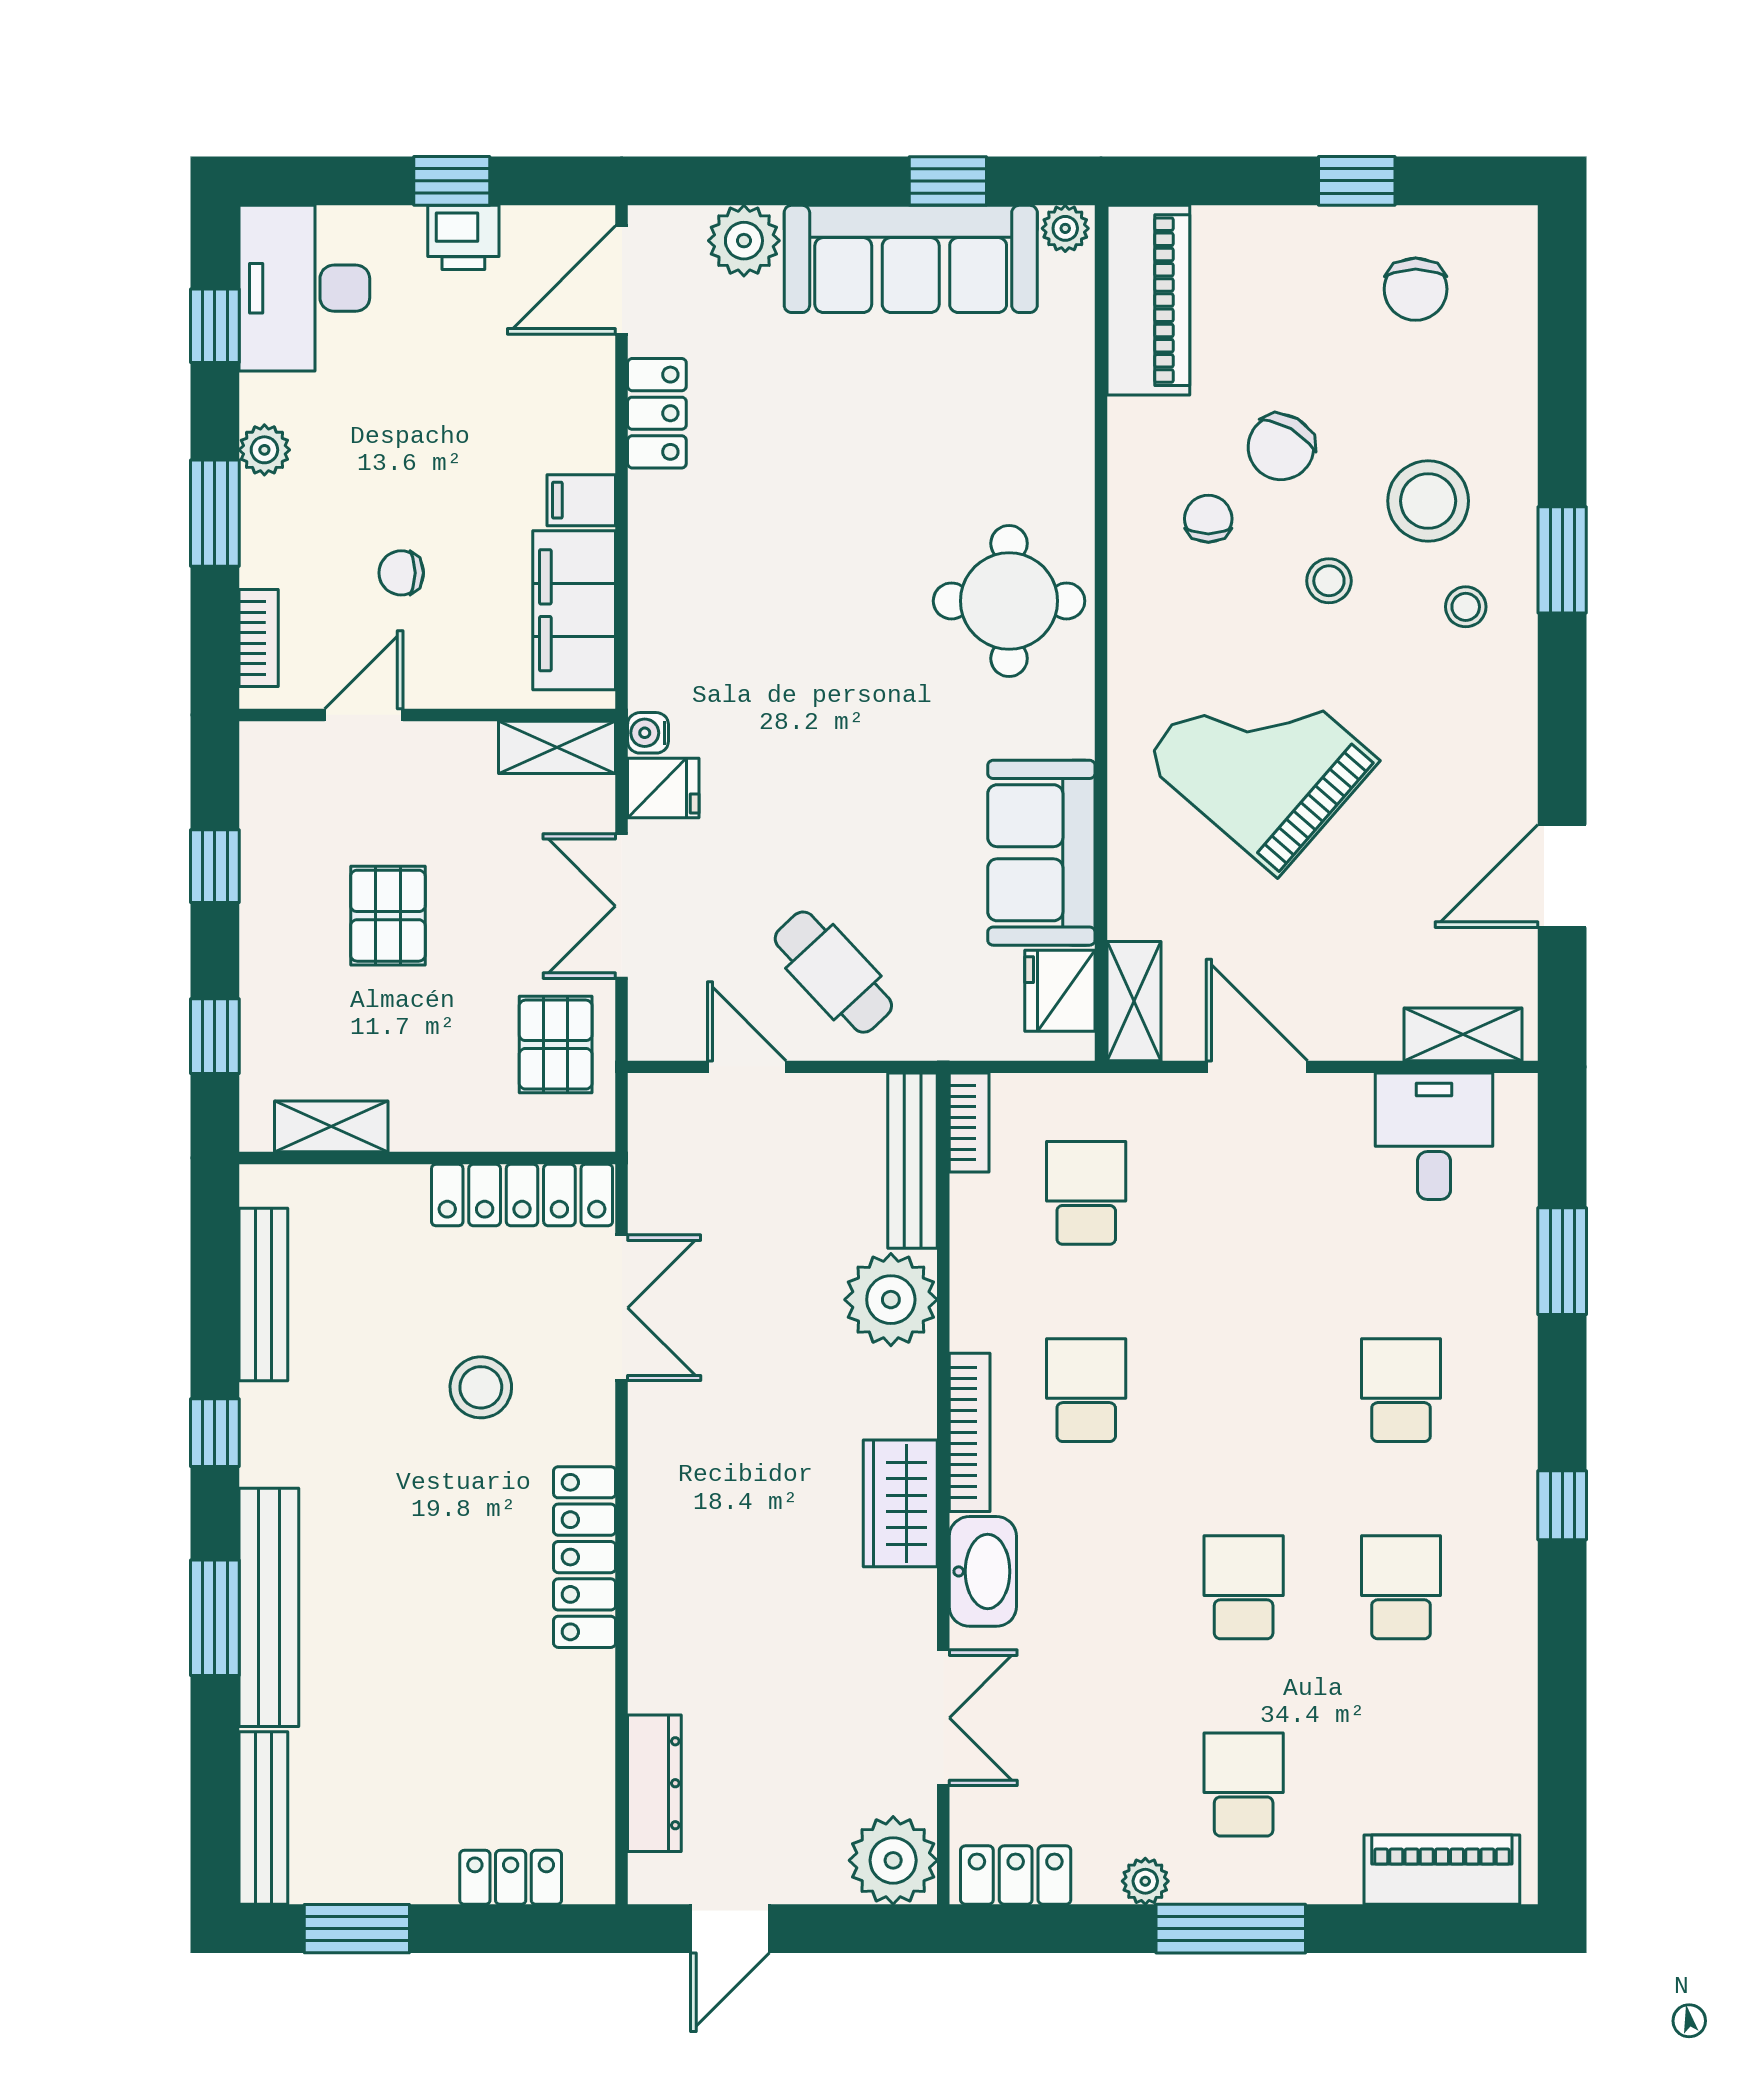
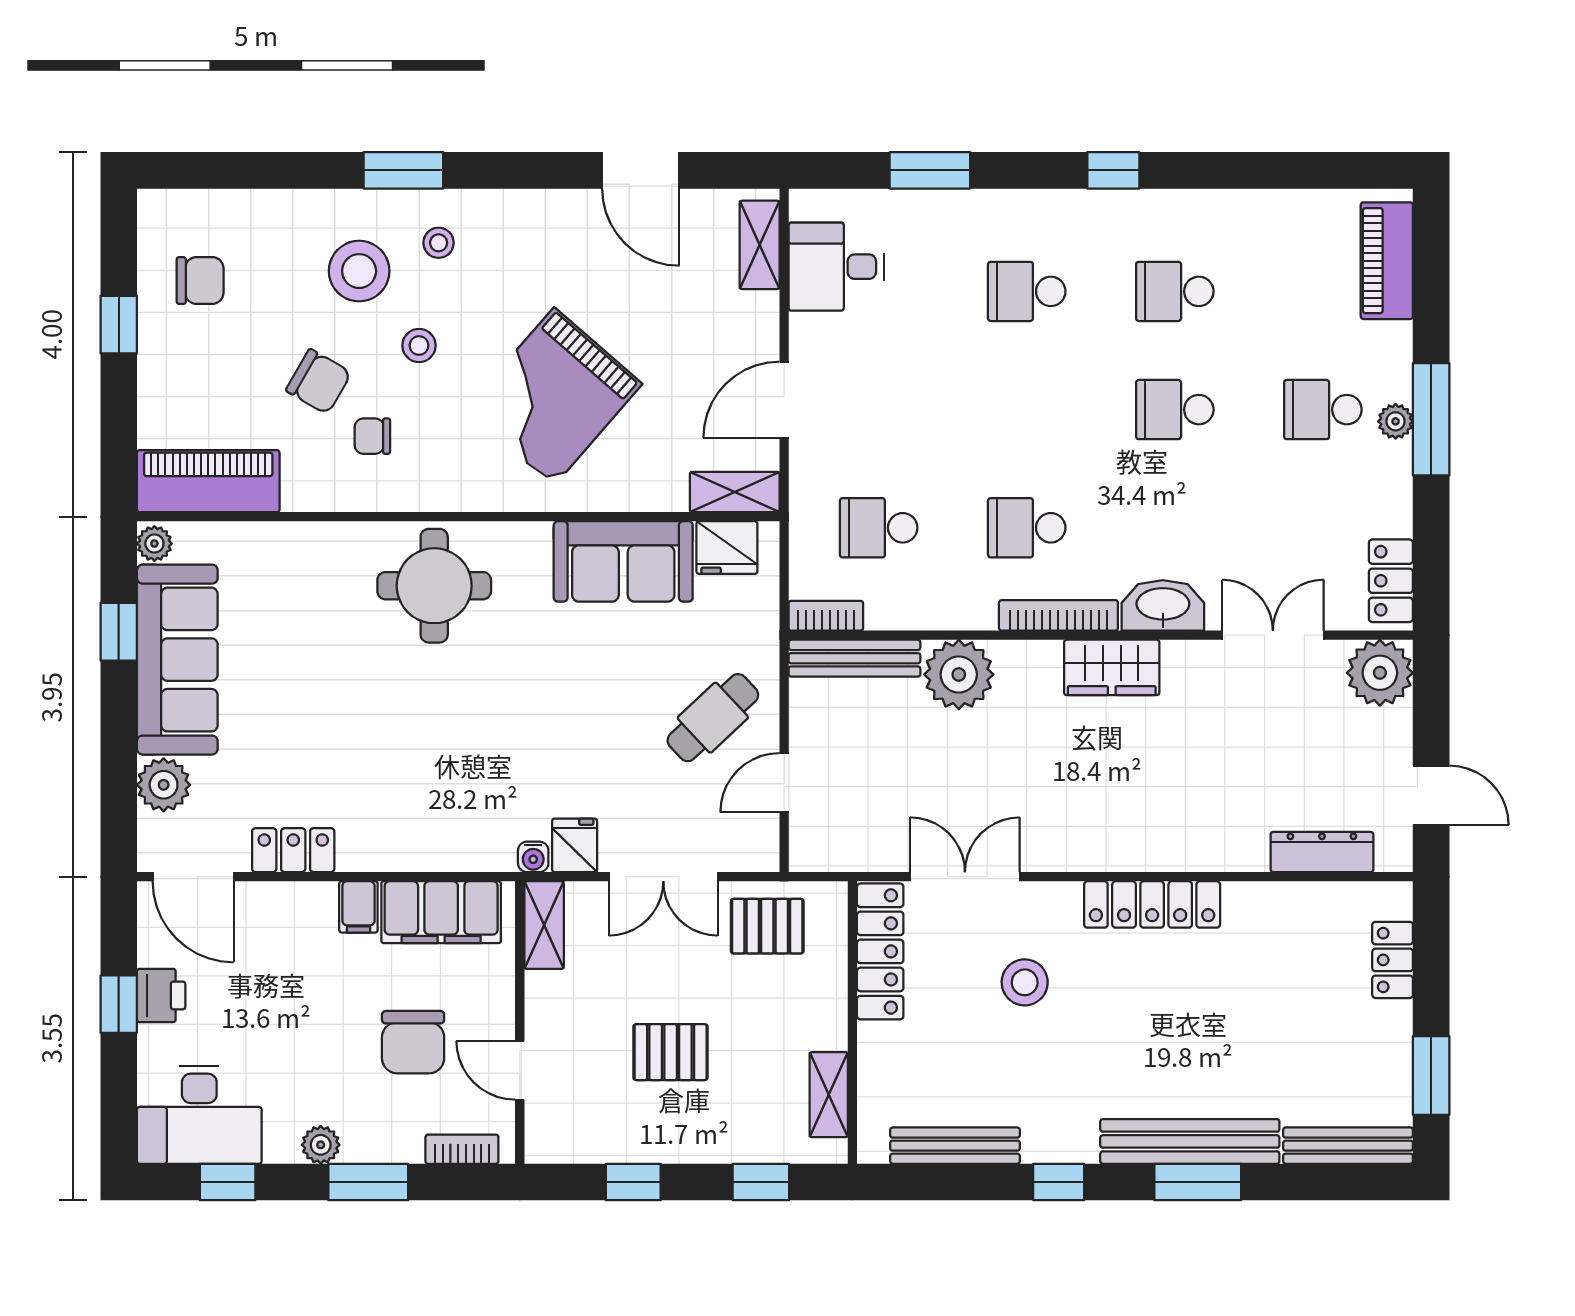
chair: (401, 573) -> (413, 1042), width x1.87, depth x1.87
plant: (1145, 1881) -> (1396, 421), moved

